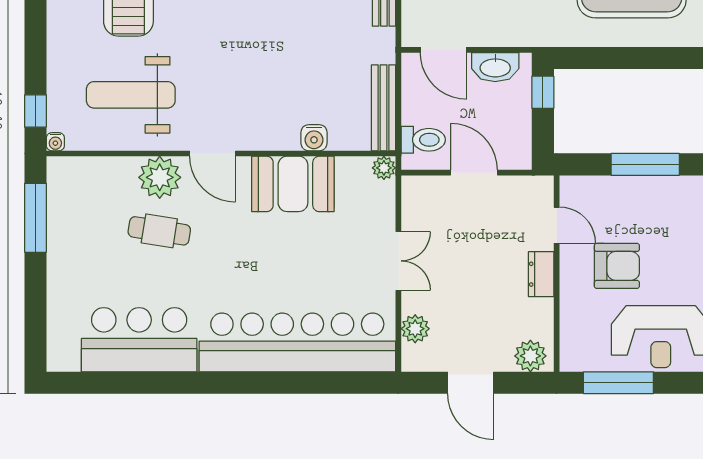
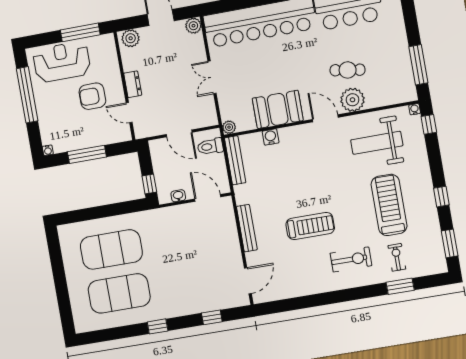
washbasin: (495, 67) -> (178, 196), width x0.52, depth x0.69
weight bench: (131, 95) -> (377, 143), turned 180
plant: (415, 329) -> (193, 26), moved

